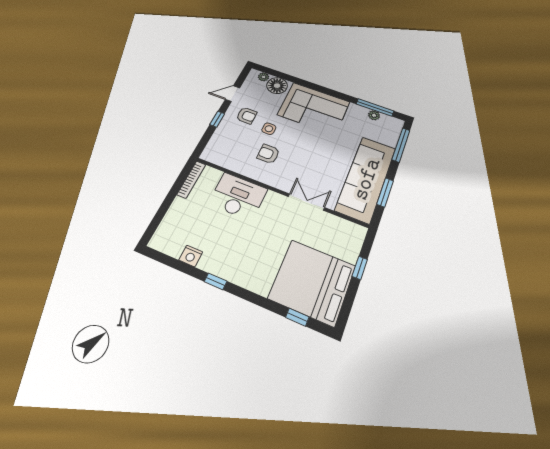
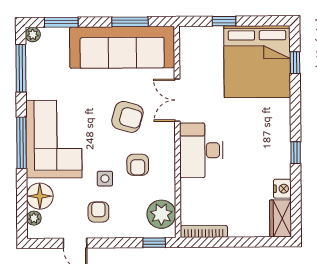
window: (320, 89) -> (21, 143), added
plant: (374, 115) -> (33, 35), moved
window: (217, 119) -> (154, 243), moved
window: (401, 145) -> (61, 22), width x0.69
plant: (222, 155) -> (161, 214), added
armchair: (309, 161) -> (127, 117), added
desk: (238, 196) -> (201, 150), moved
wardrobe: (167, 244) -> (281, 218), added

